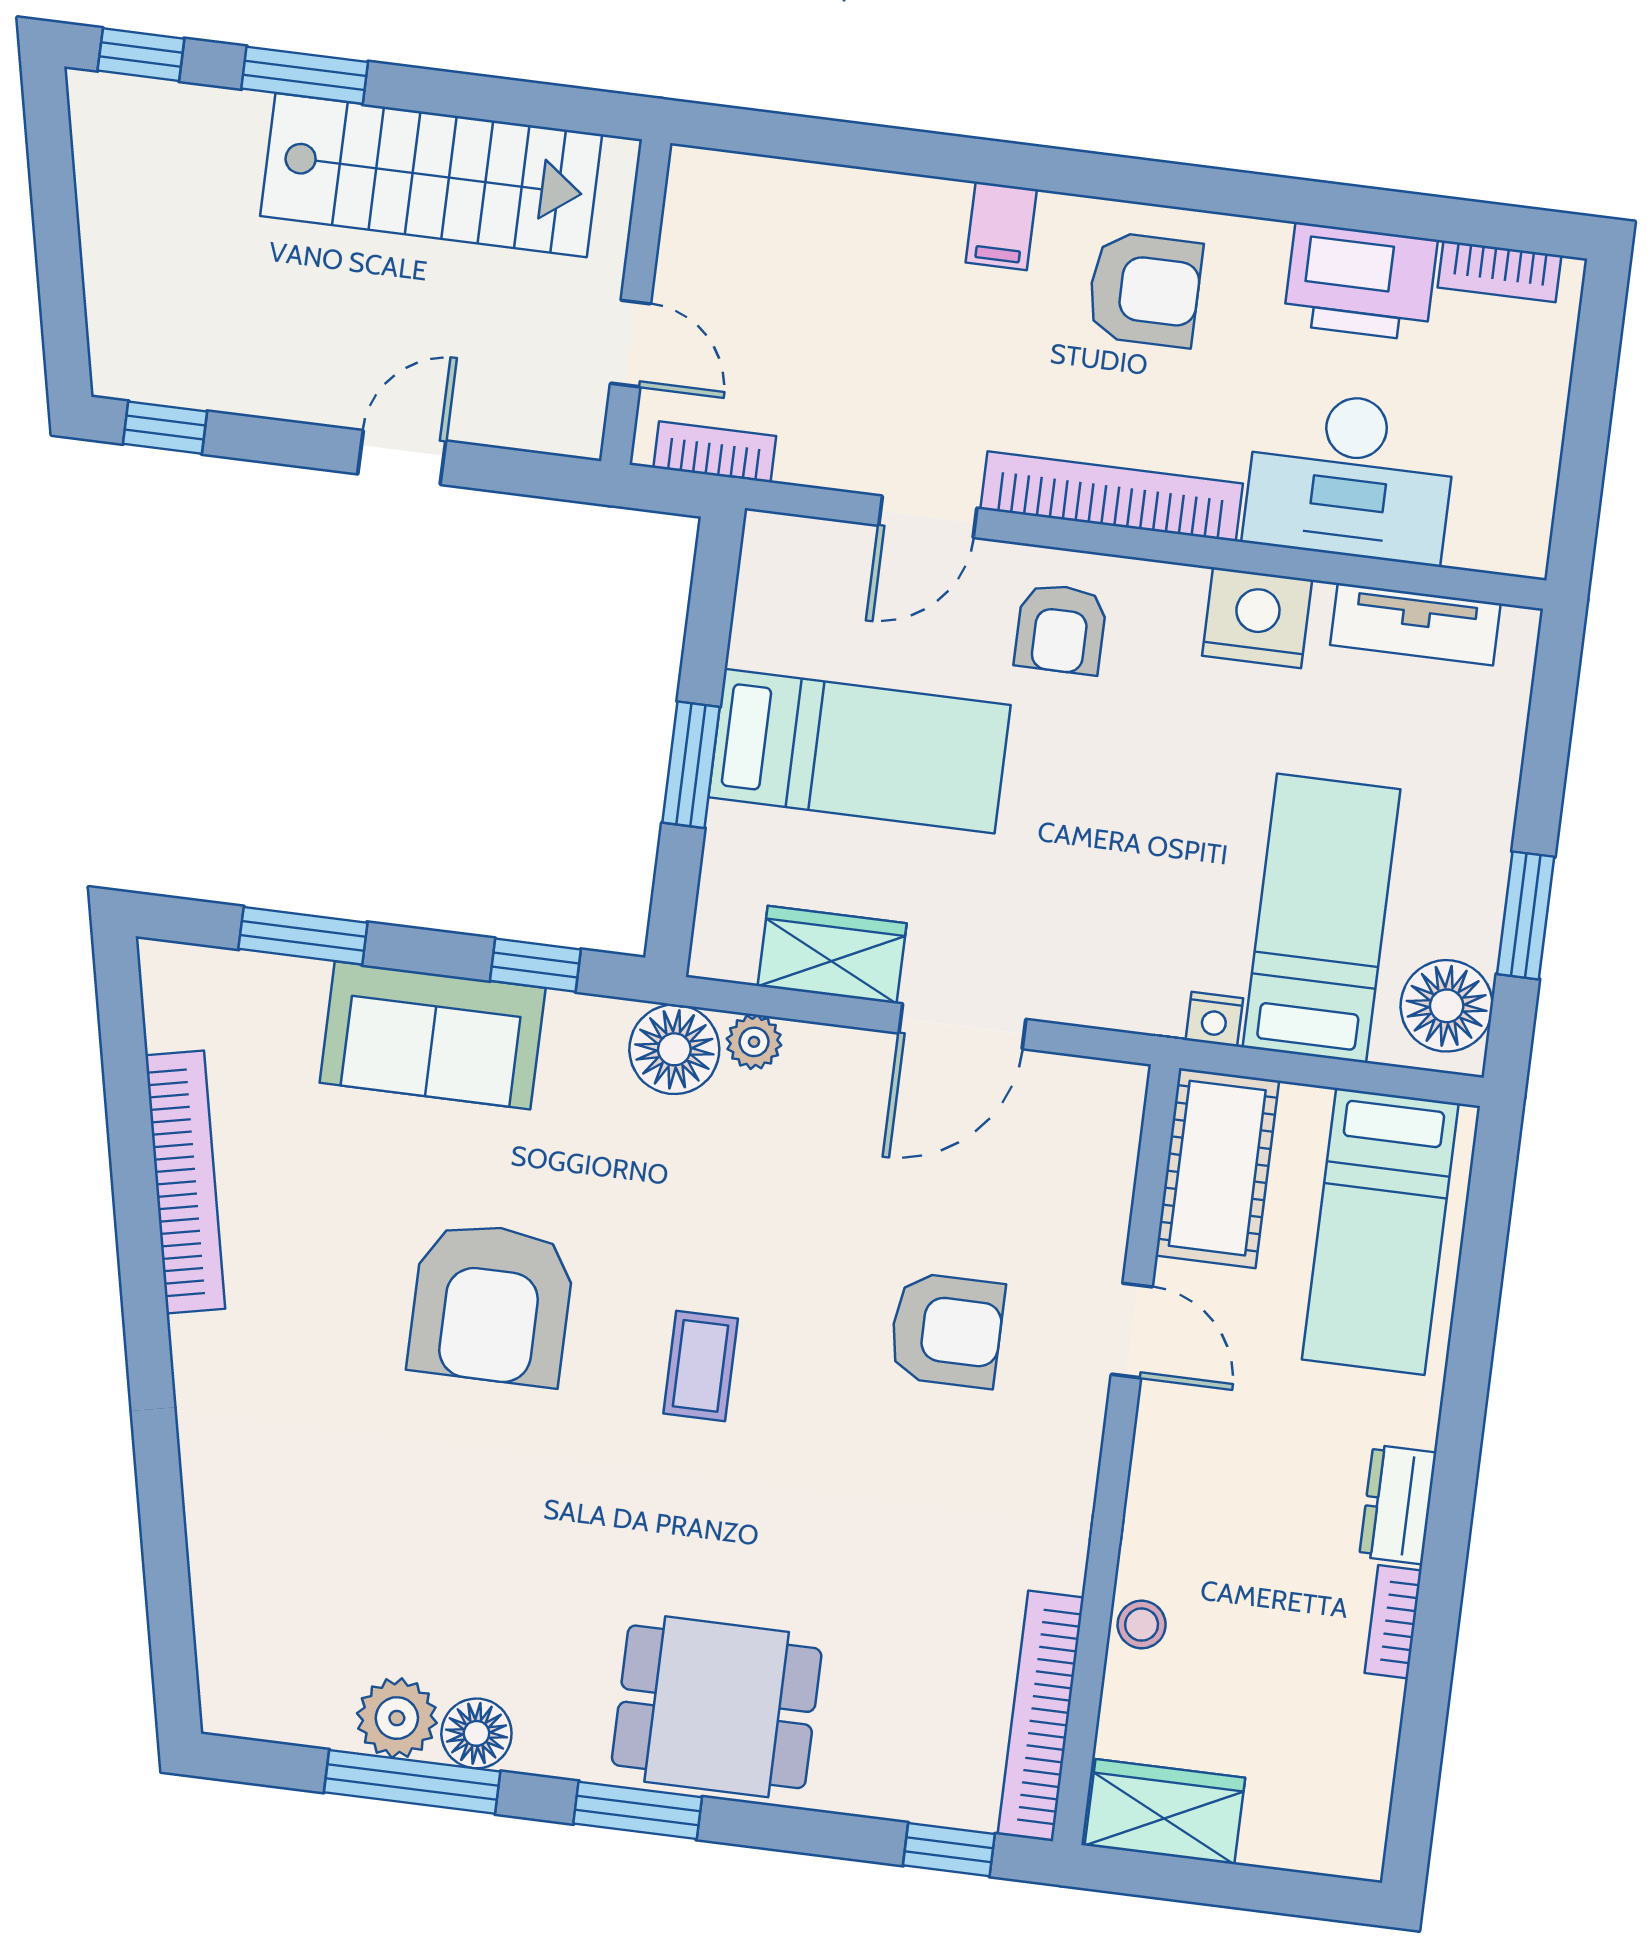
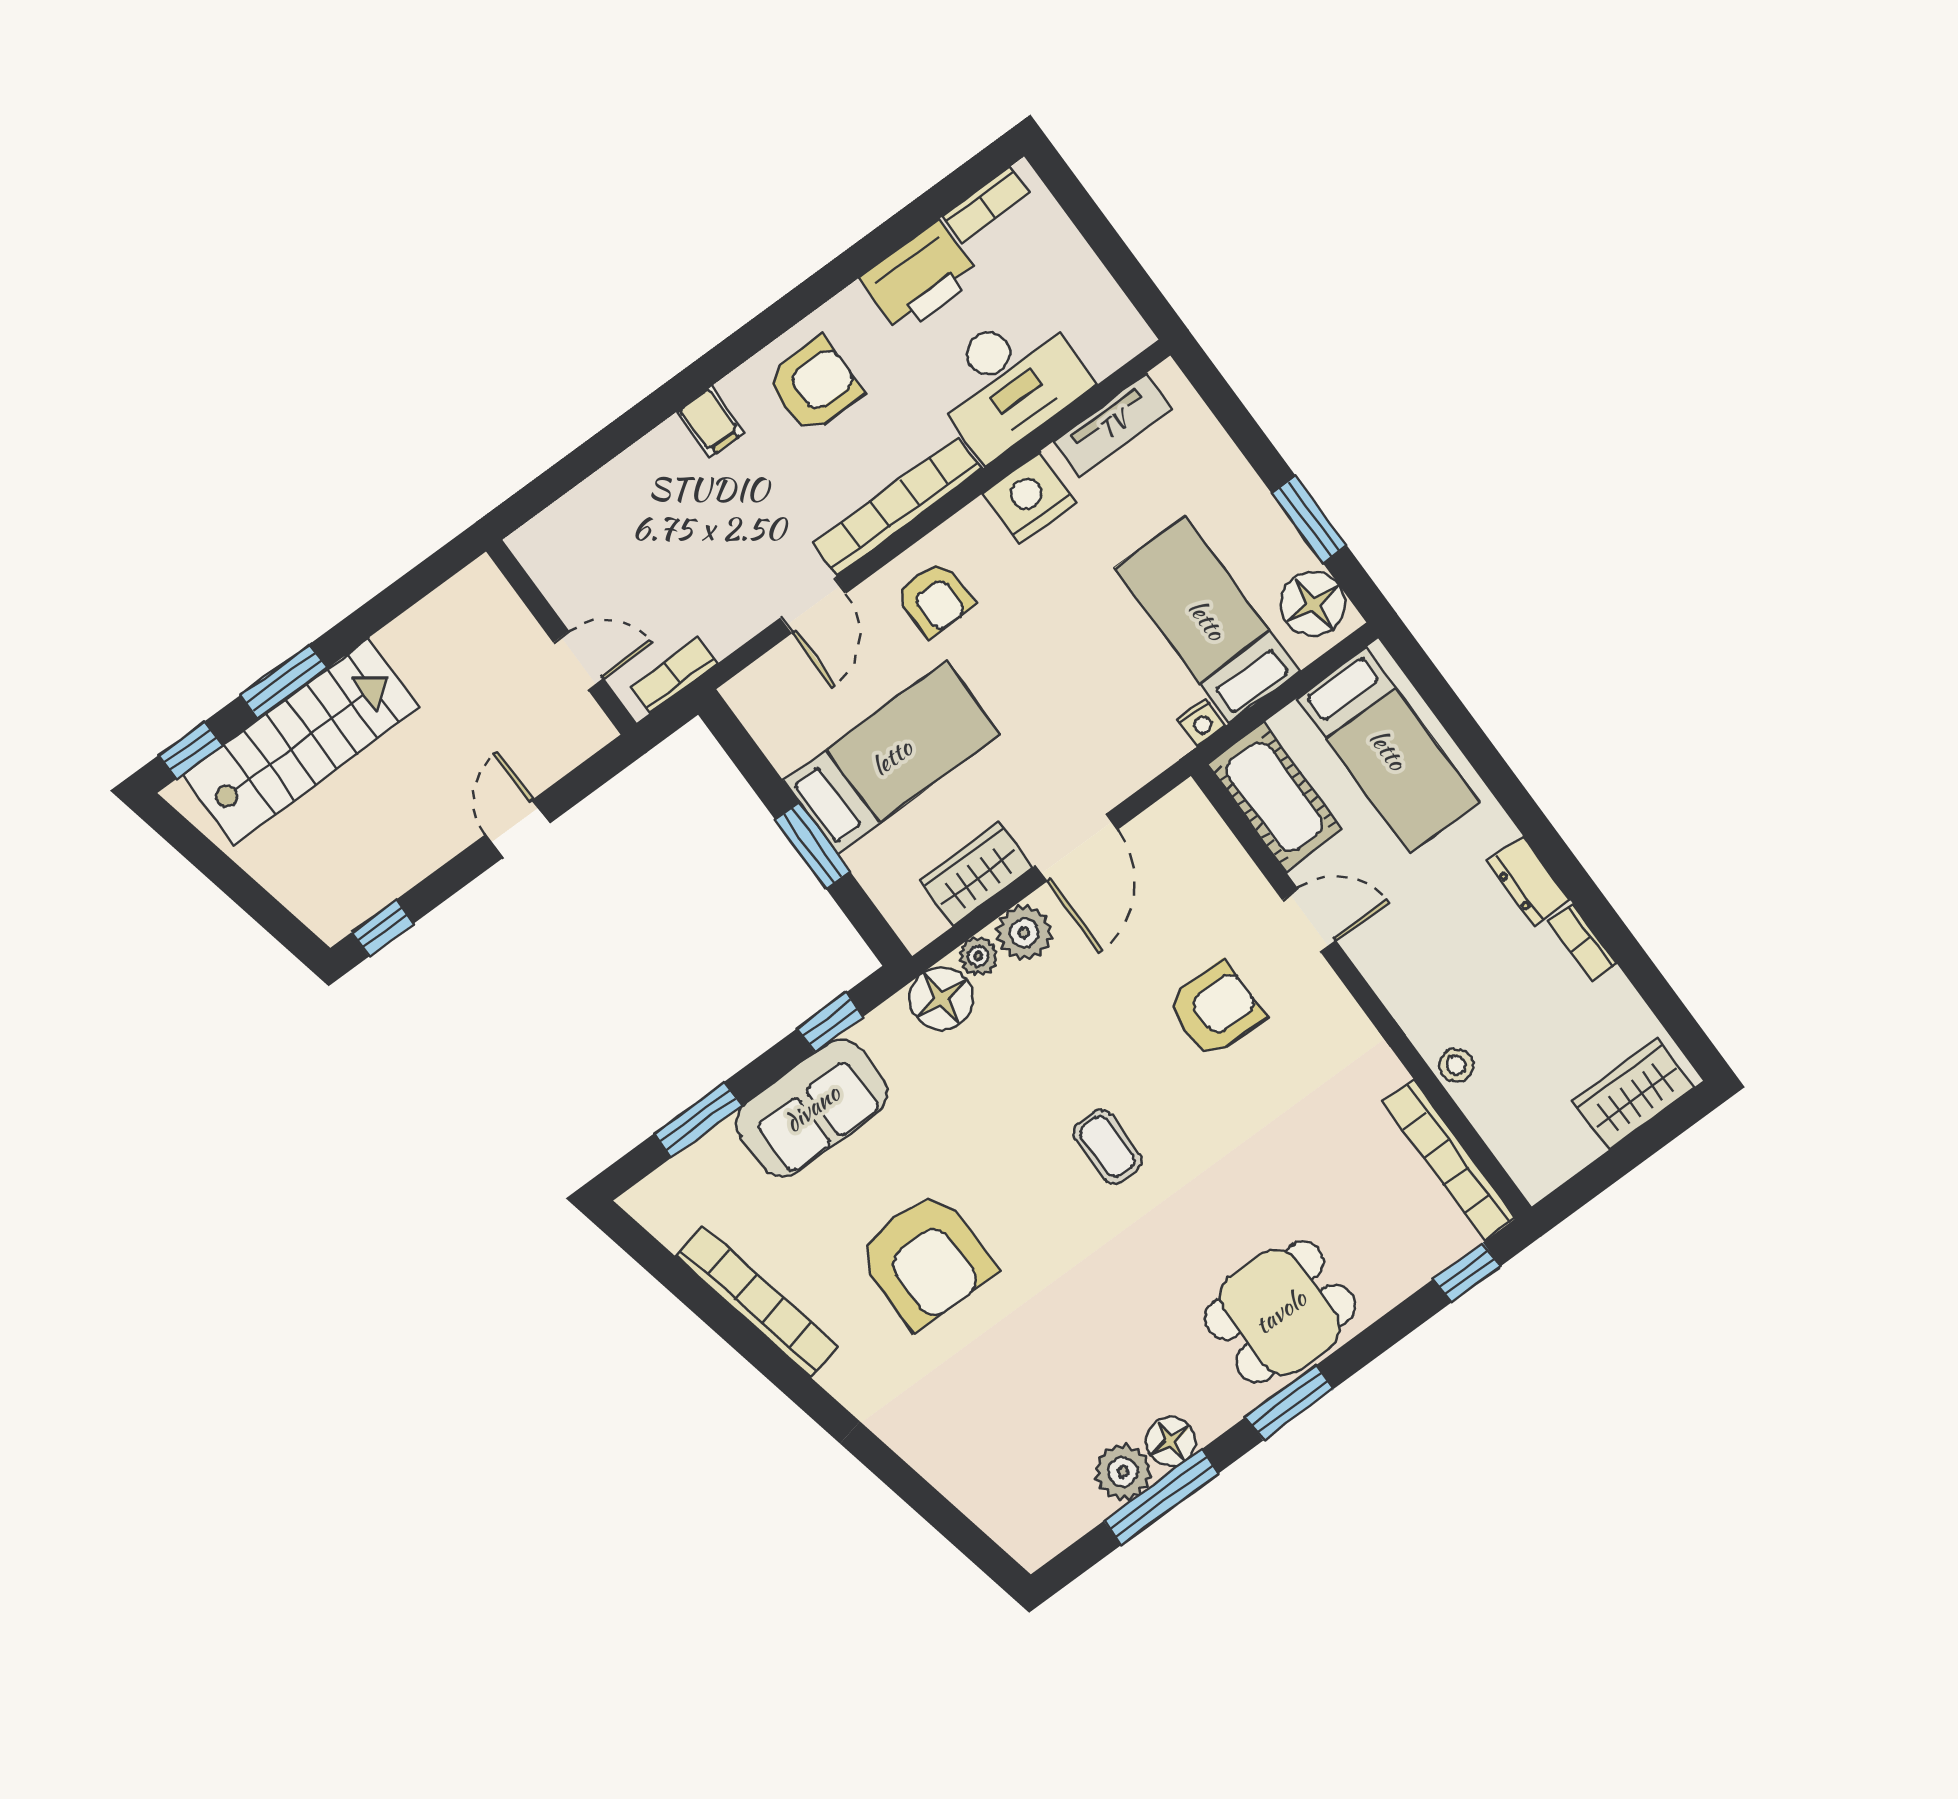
stairs: (431, 175) -> (301, 741), moved
plant: (824, 1063) -> (1024, 933), added
armchair: (491, 1304) -> (926, 1260), moved
wardrobe: (1165, 1812) -> (1633, 1094), moved

